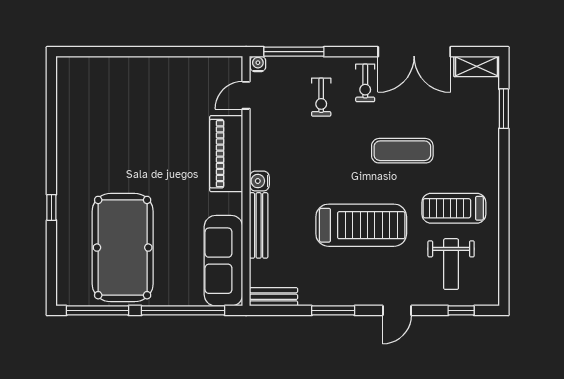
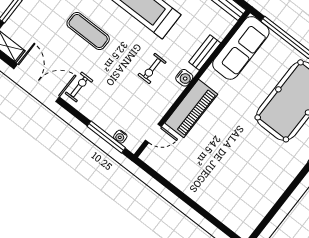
water cooler: (258, 64) -> (120, 137), moved
exercise bike: (321, 97) -> (152, 69), moved, turned 180
bench: (259, 225) -> (205, 52), width x0.73

